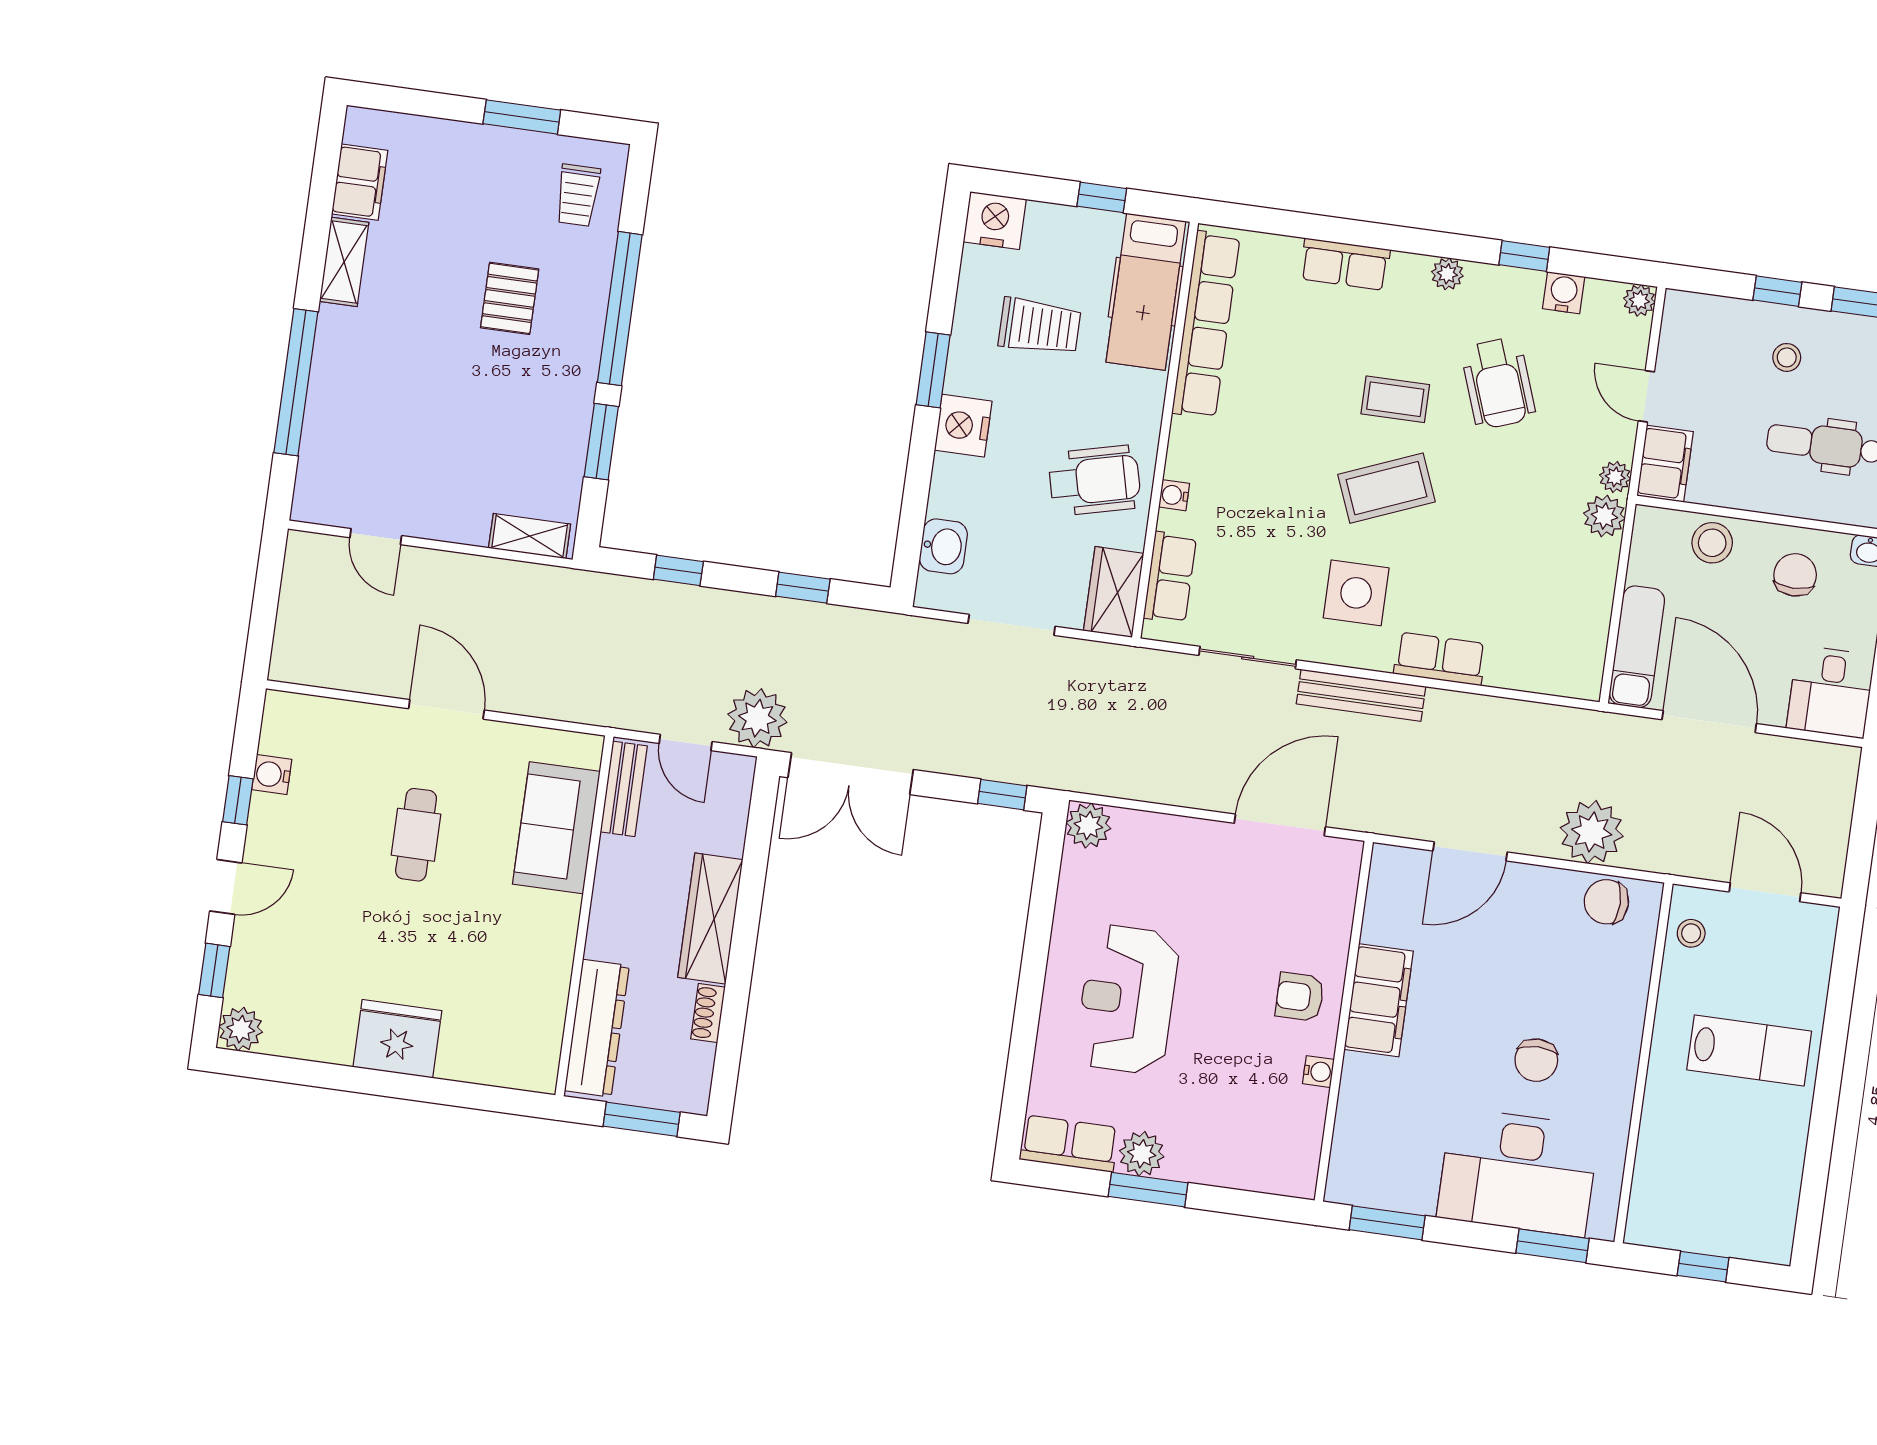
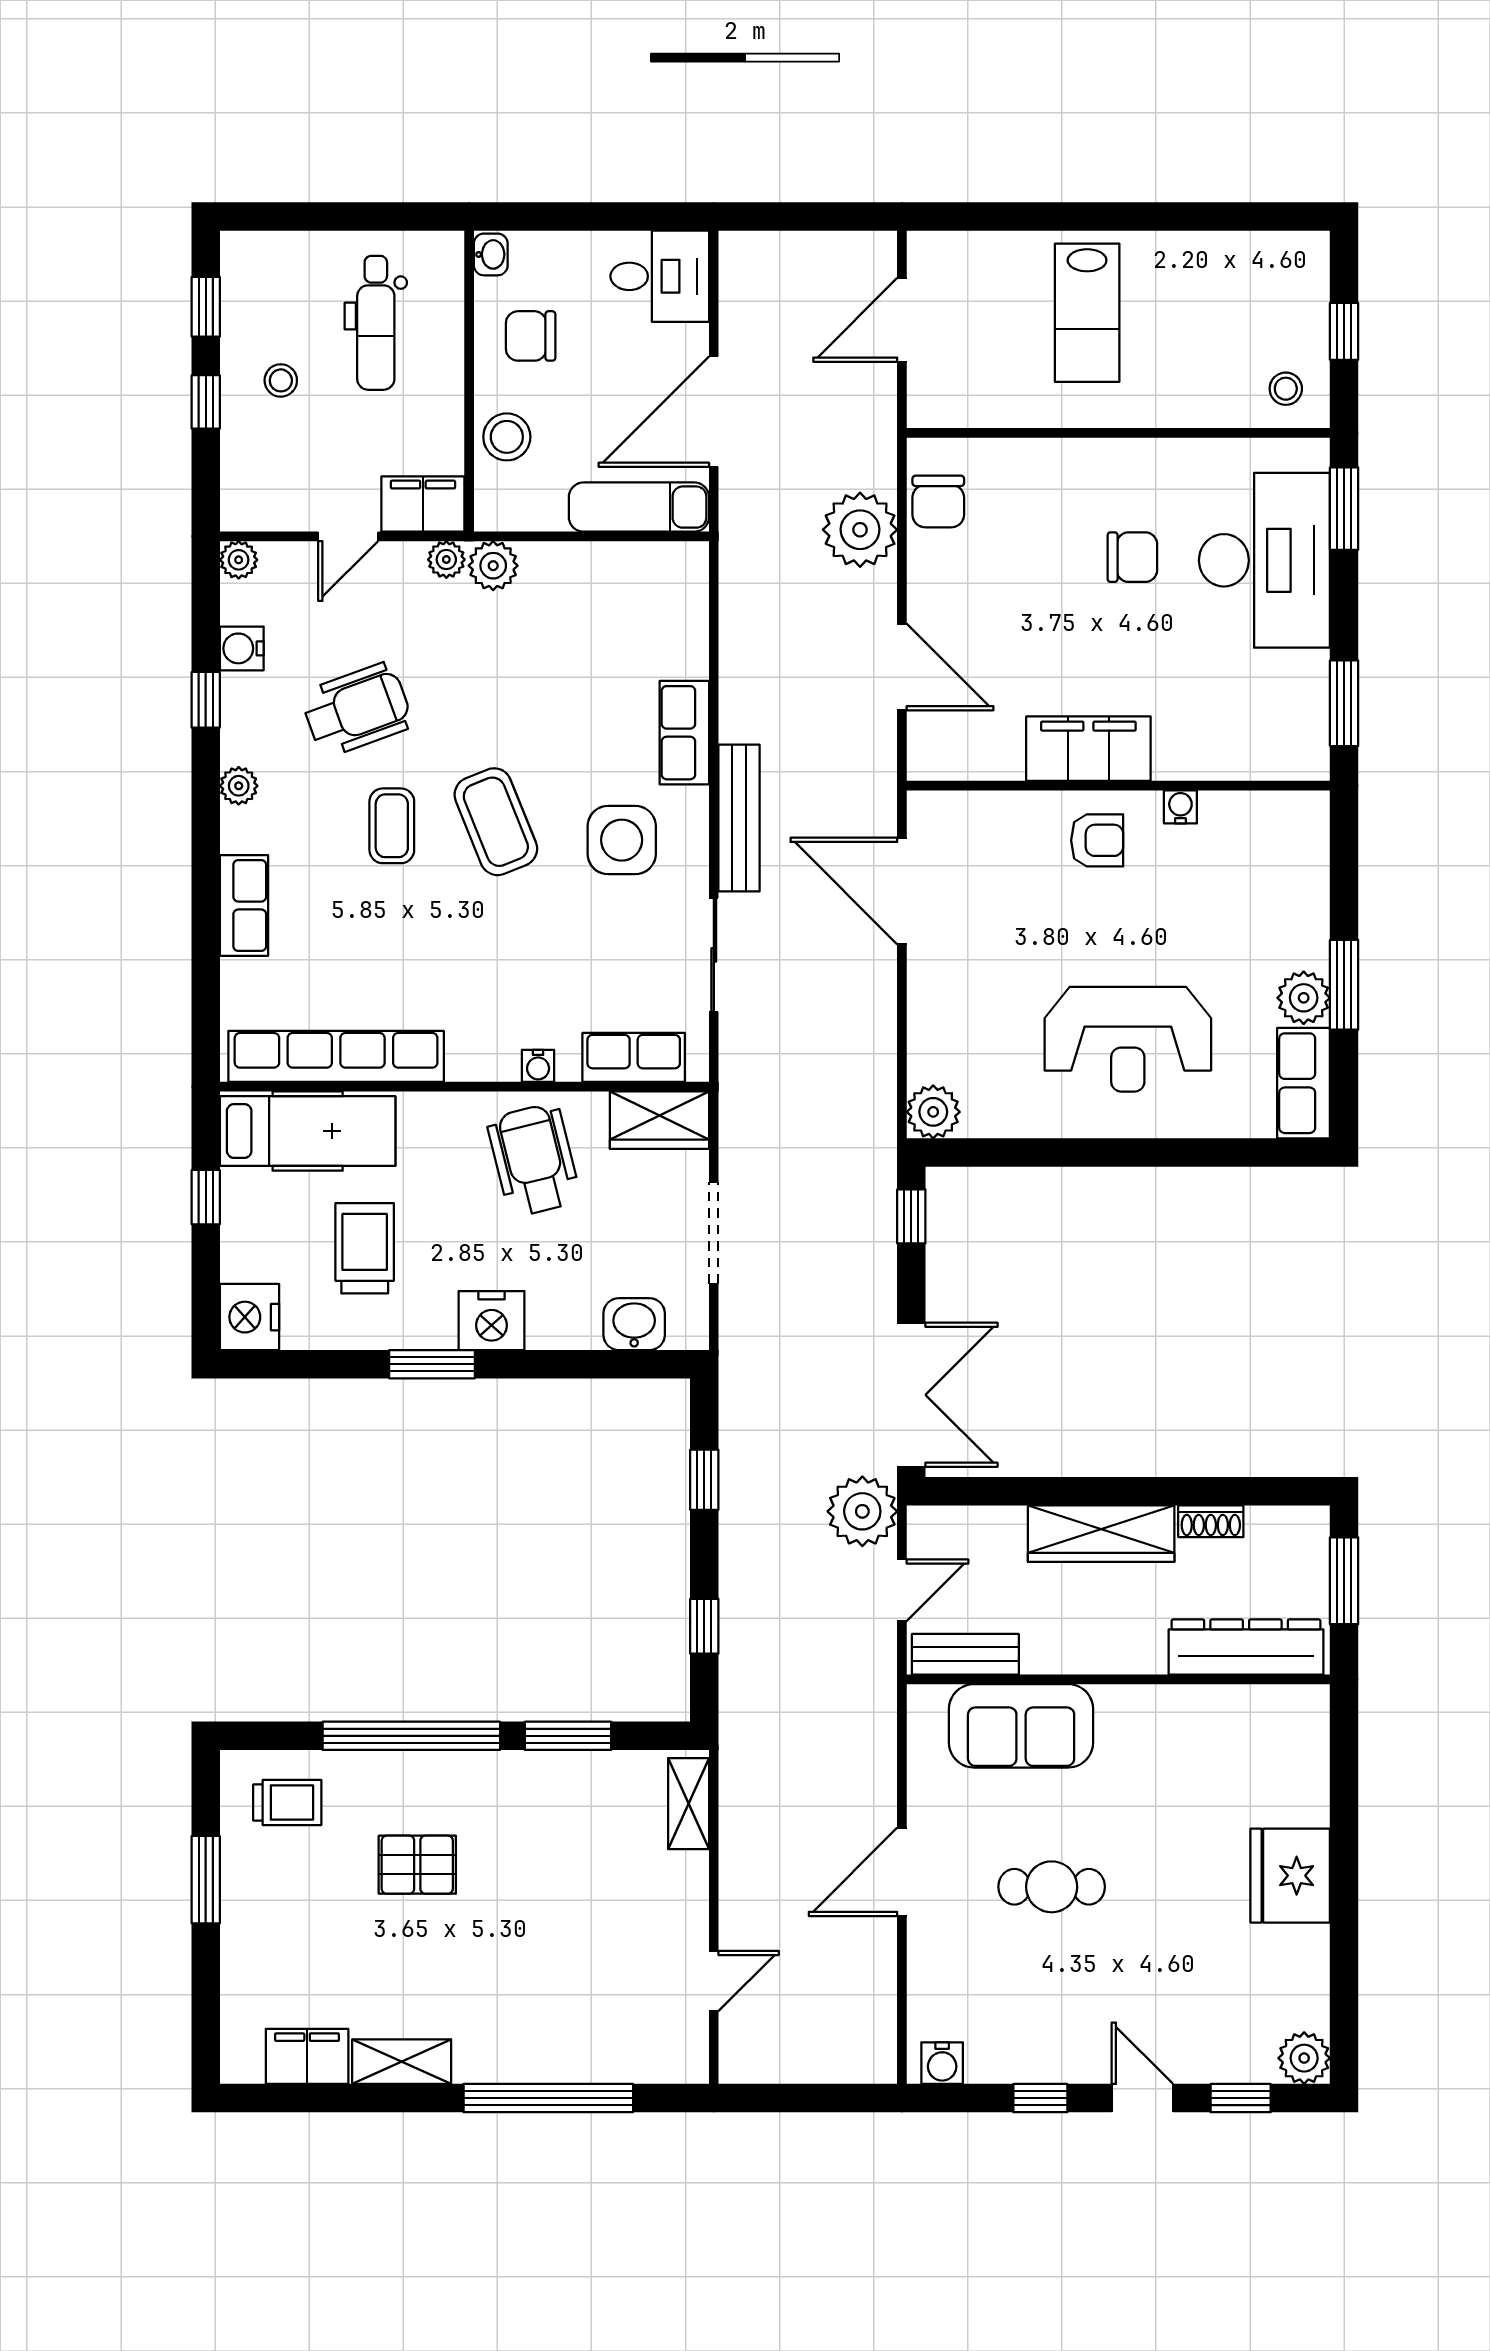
water cooler: (272, 775) -> (942, 2063), moved
stool: (1691, 933) -> (1286, 389), moved
armchair: (1300, 997) -> (1097, 840), turned -90
lab bench: (1749, 1050) -> (1087, 313), turned 180

